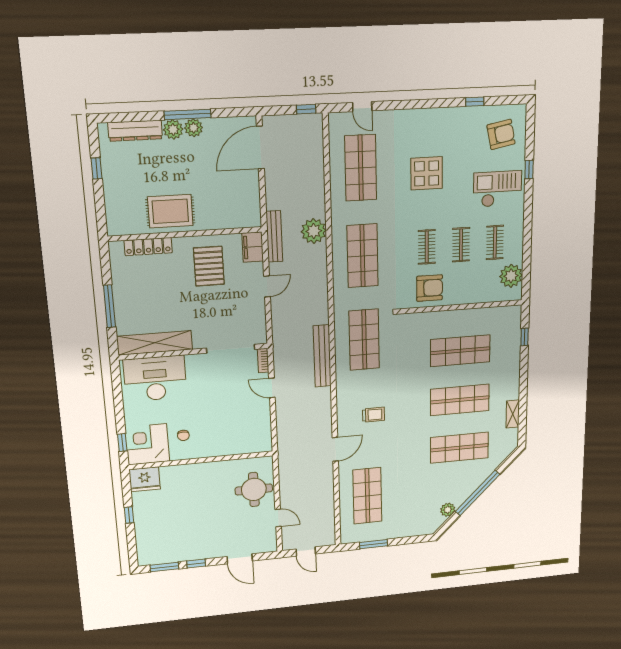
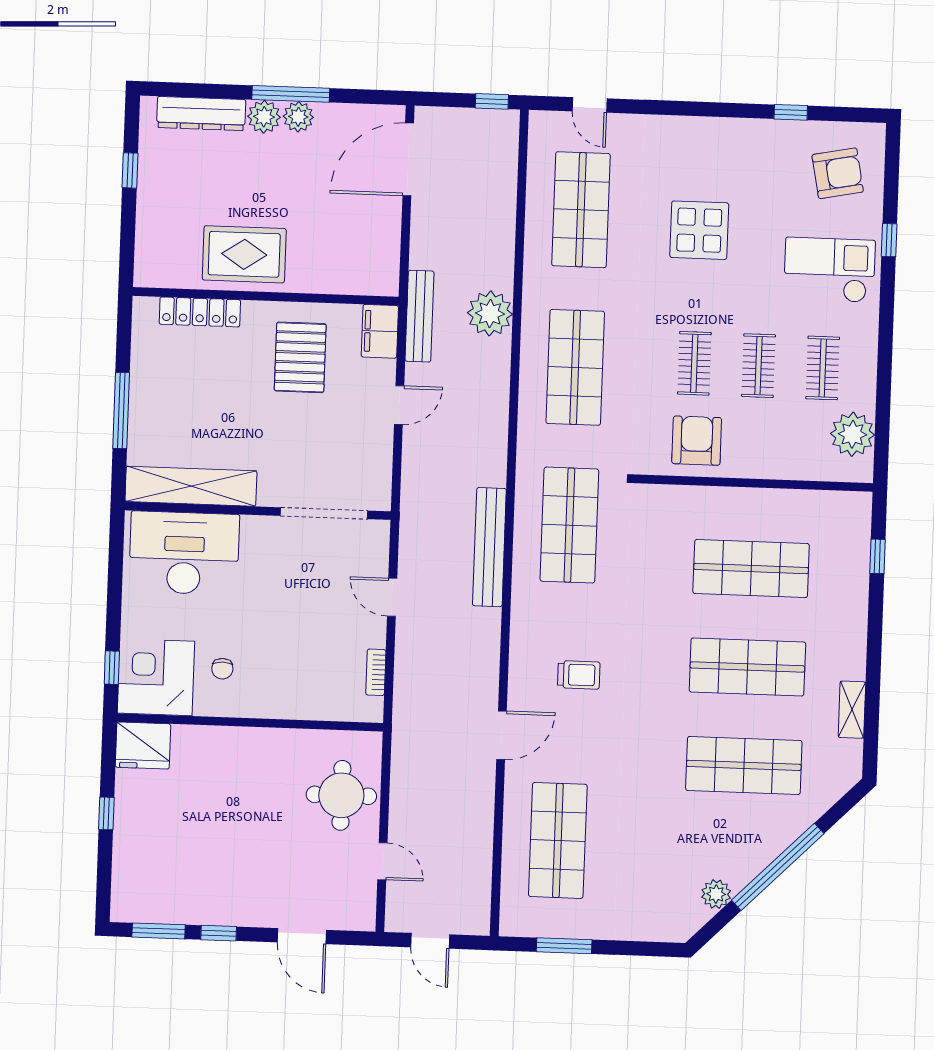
armchair: (430, 288) -> (697, 441), turned -90
bookcase: (263, 361) -> (376, 672), moved

